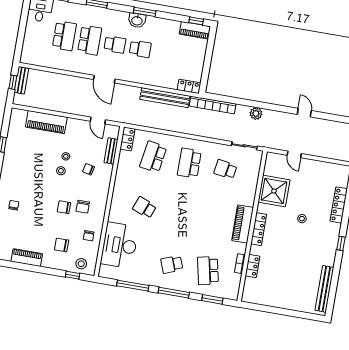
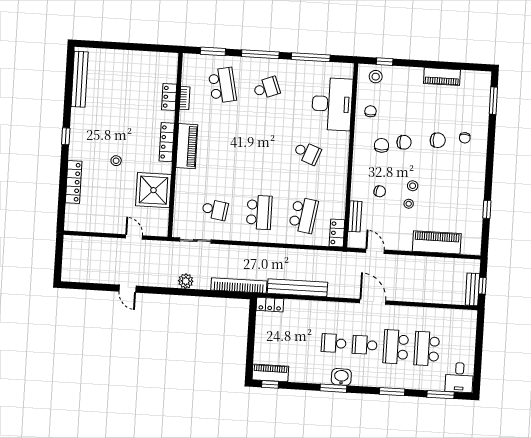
chair: (62, 245) -> (438, 140), moved

